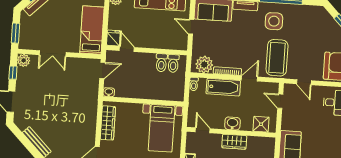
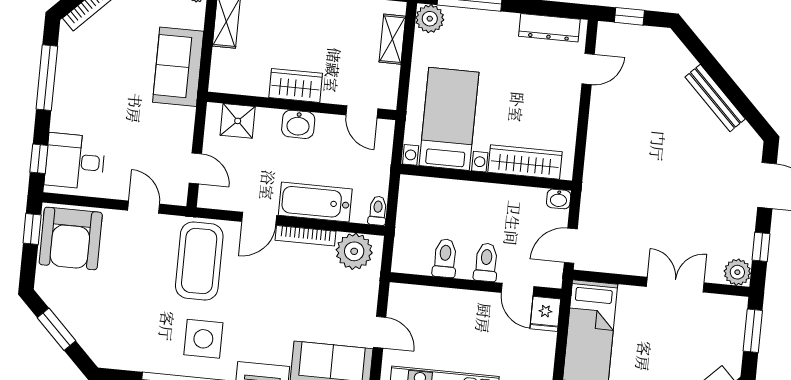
toilet: (173, 63) -> (486, 262), moved
wardrobe: (108, 123) -> (525, 162), moved, turned 90

